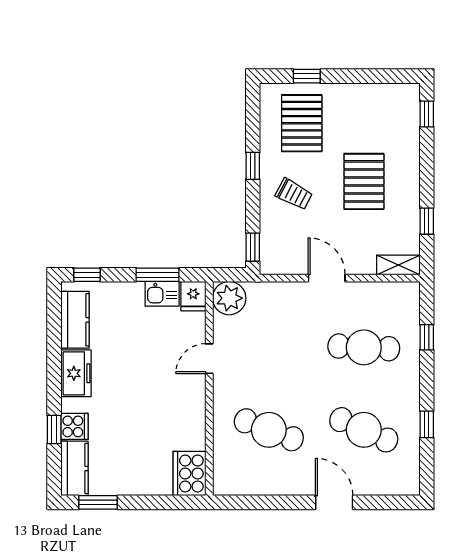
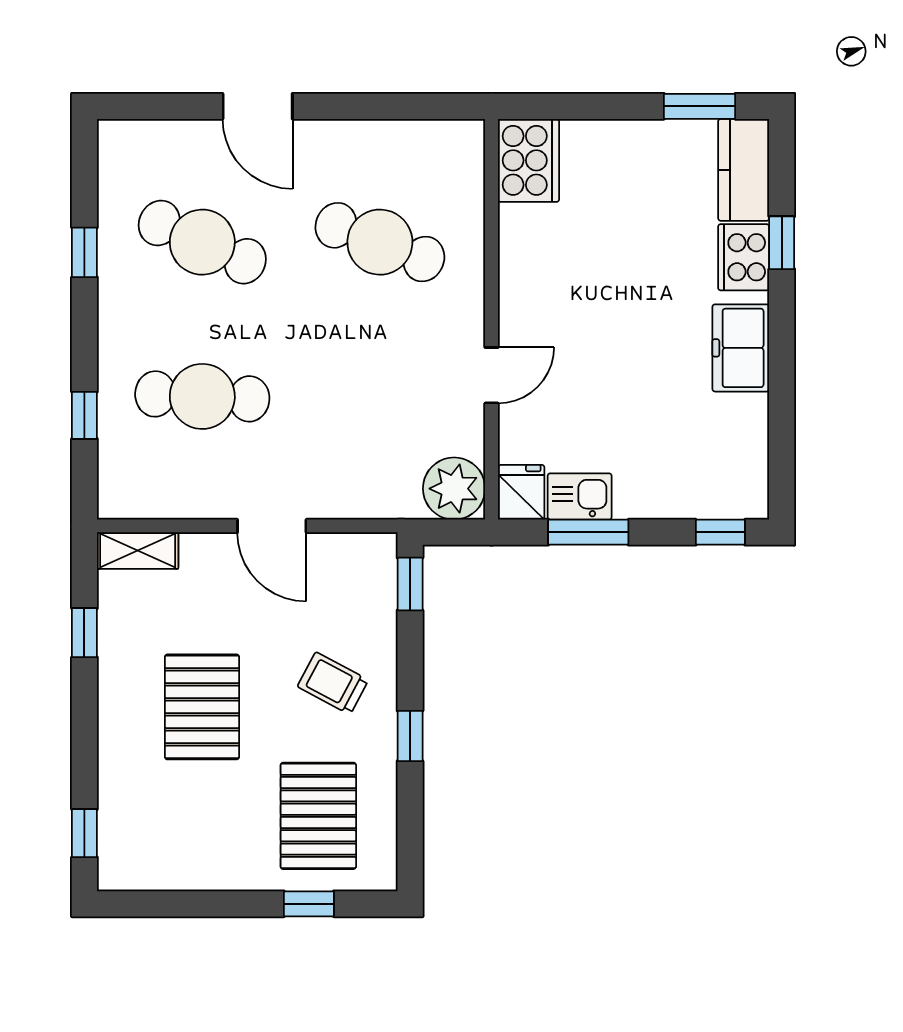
kitchen counter: (75, 320) -> (743, 448), removed
cooker: (74, 426) -> (744, 257), width x1.36

